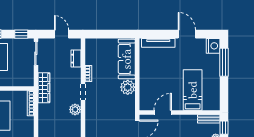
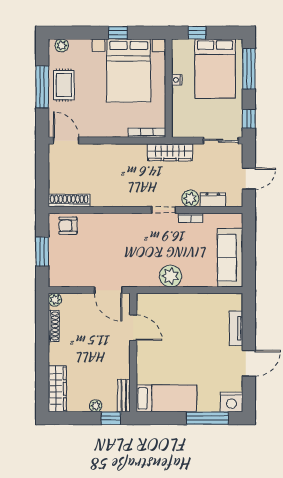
tv unit: (158, 43) -> (236, 328), width x0.71
sofa: (127, 59) -> (230, 258), moved, turned -90
bed: (193, 90) -> (166, 398), moved
plant: (75, 109) -> (190, 198), moved

